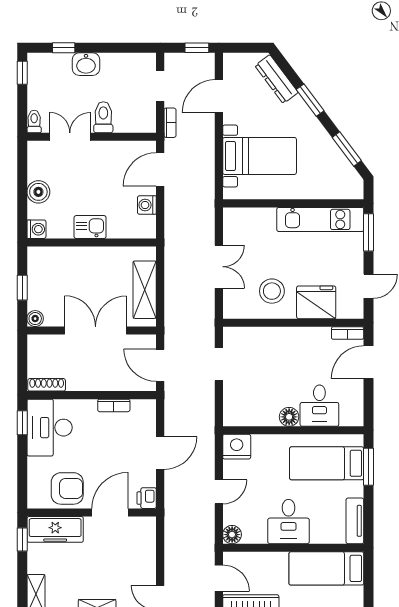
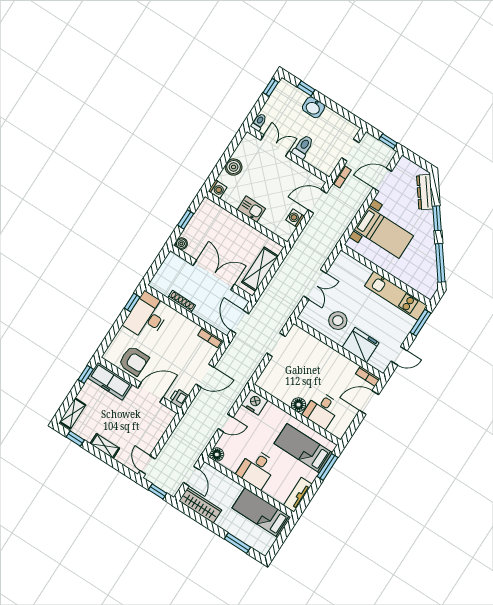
window: (347, 149) -> (440, 263), width x1.44
shoe rack: (47, 385) -> (182, 302), moved
bookcase: (114, 405) -> (210, 338), moved

